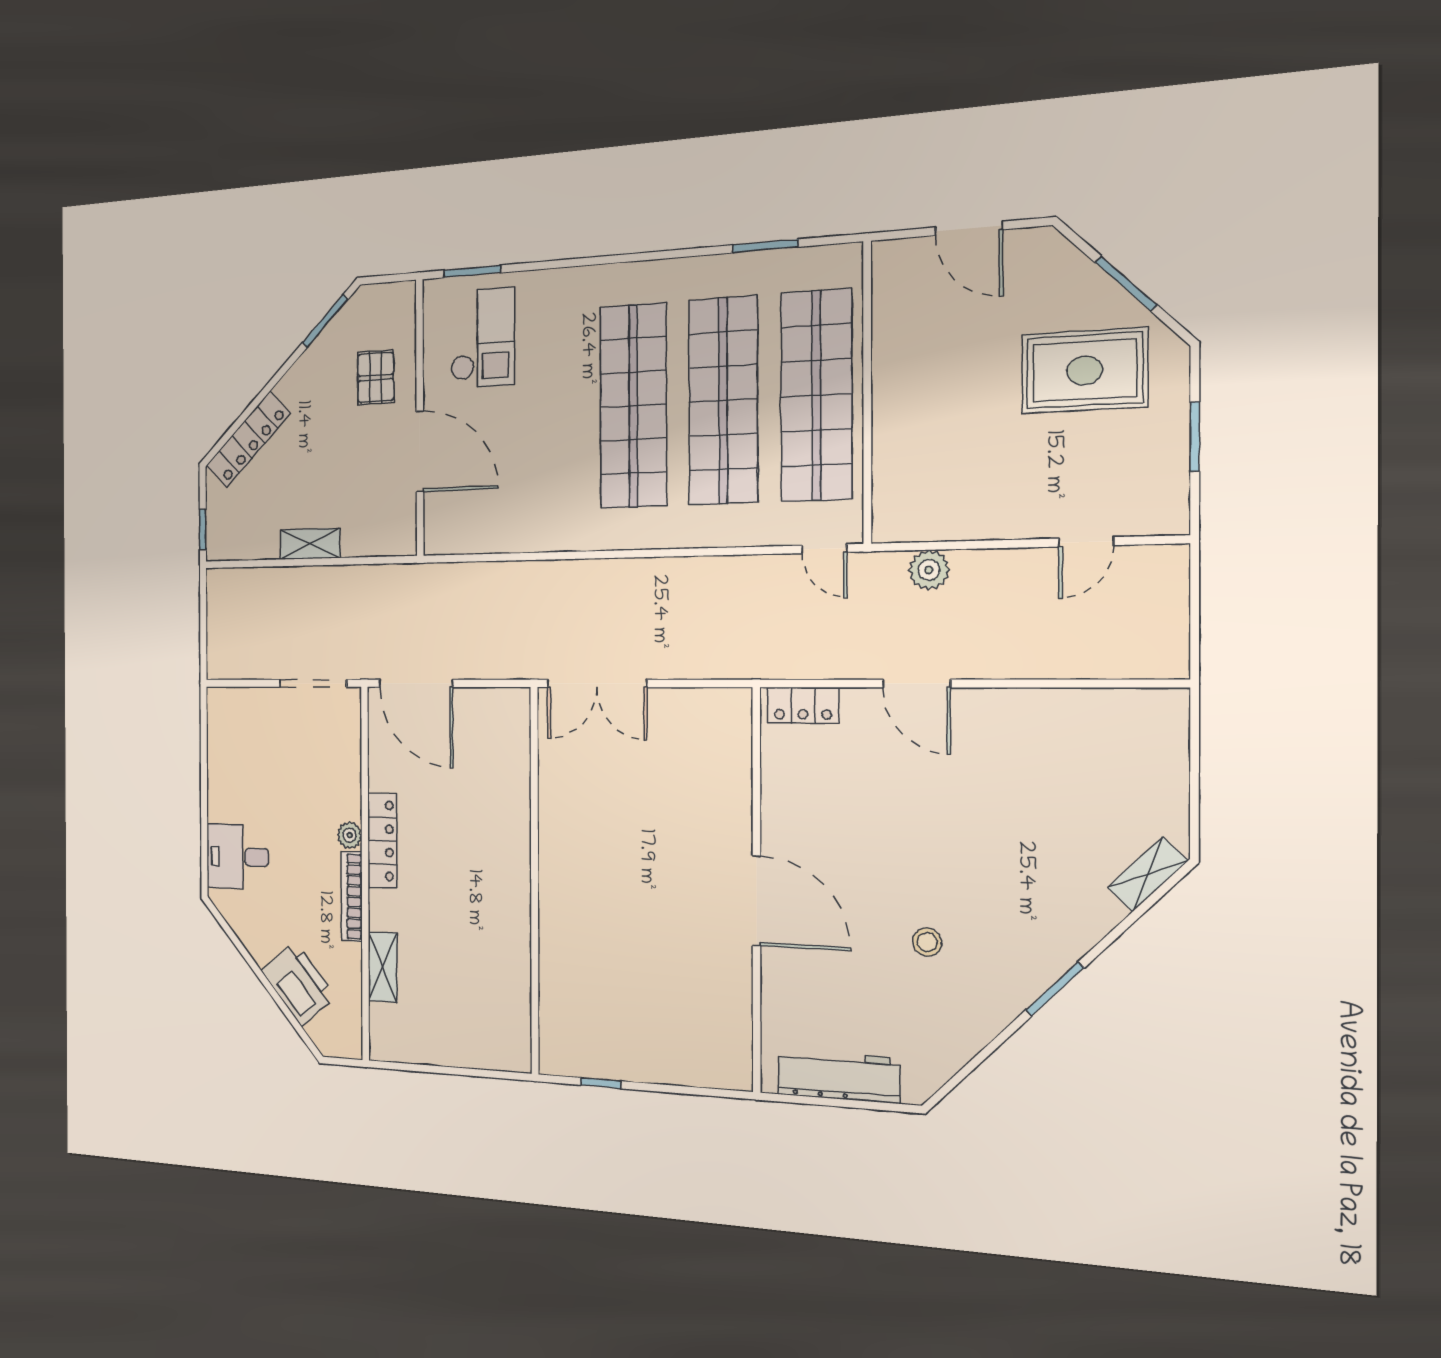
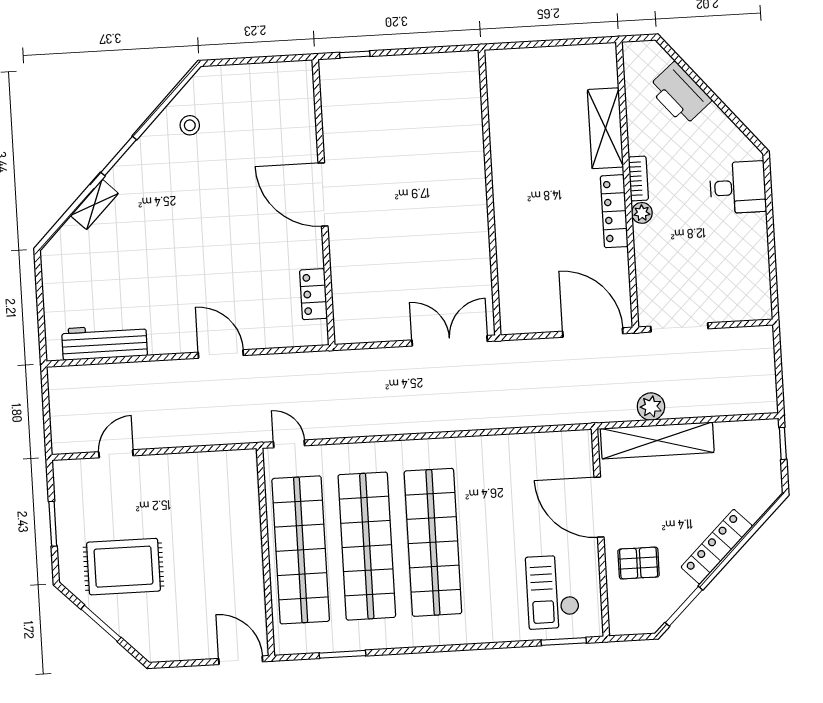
door: (969, 228) -> (241, 660), moved
pallet: (376, 377) -> (639, 563), turned 90
locker: (248, 439) -> (717, 547), moved
shelving: (310, 544) -> (657, 440), width x2.20, depth x1.33
plant: (929, 570) -> (651, 407), moved
locker: (803, 705) -> (314, 294), moved, turned -90
shelving: (1148, 874) -> (94, 204), moved
bookcase: (352, 896) -> (638, 178), width x0.64
stool: (927, 942) -> (190, 125), moved
shelving: (383, 967) -> (605, 128), width x1.50, depth x1.33
workbench: (838, 1076) -> (105, 342), moved, turned 180
window: (600, 1083) -> (355, 54), moved

